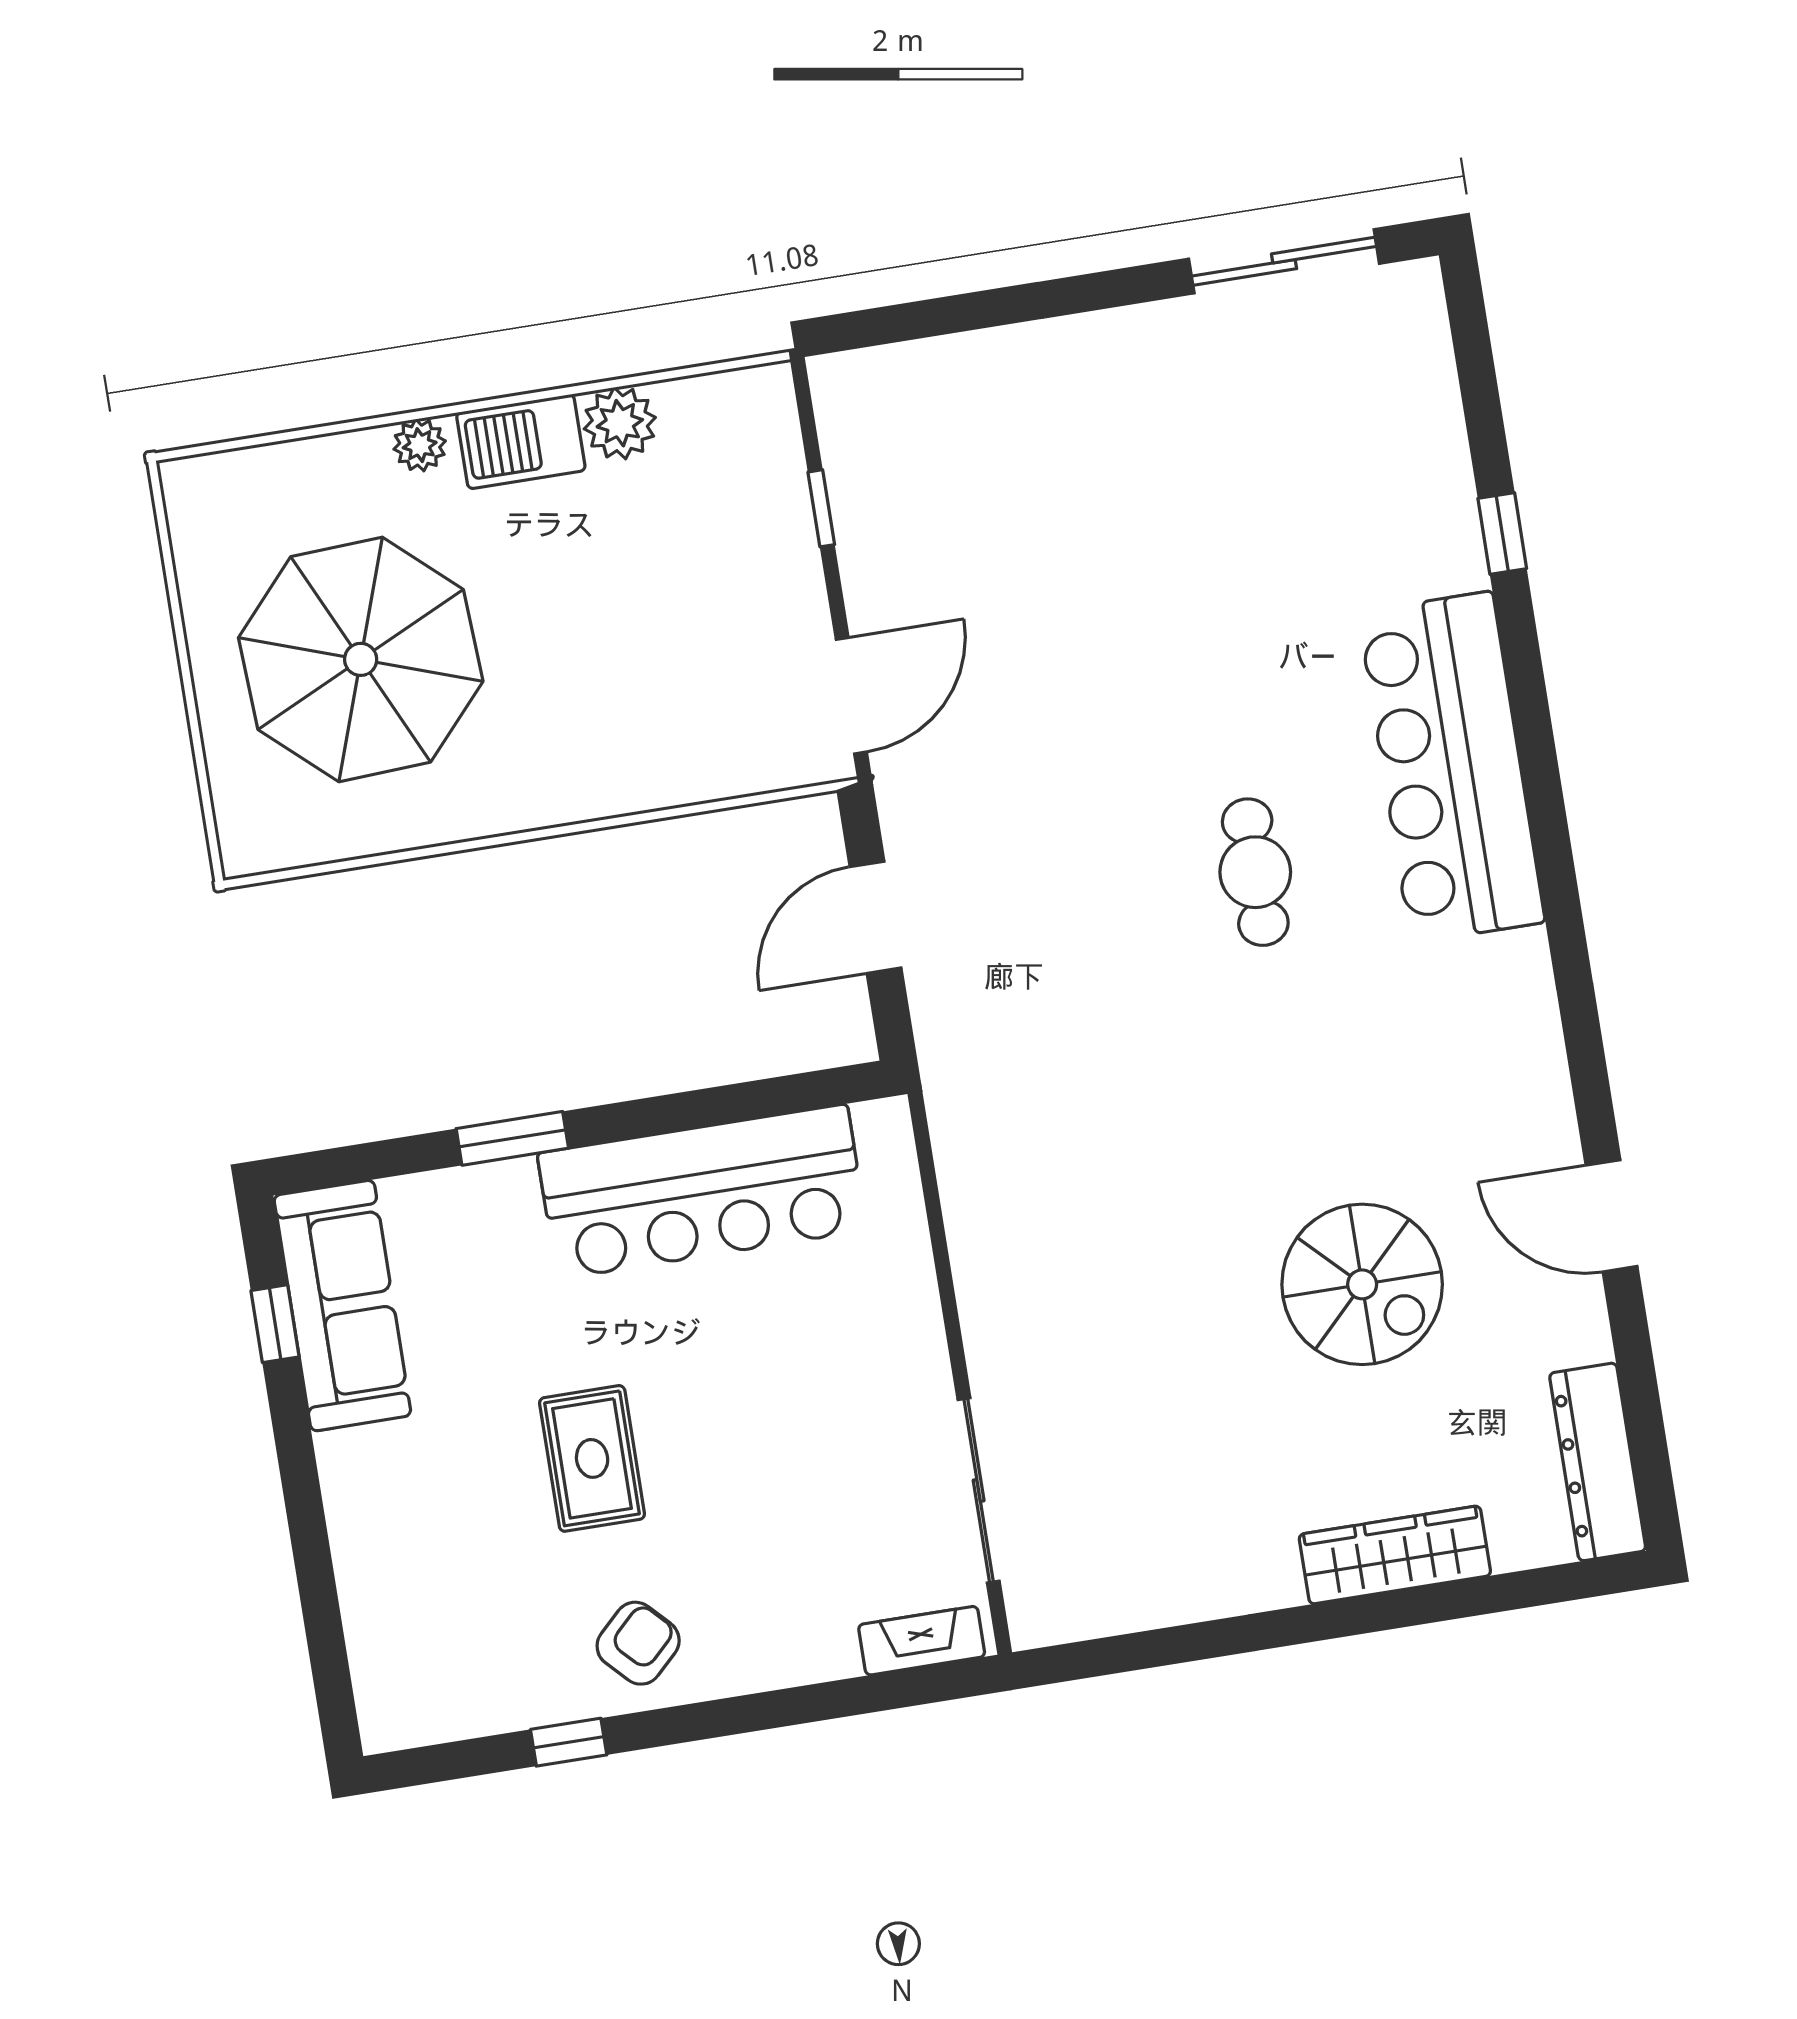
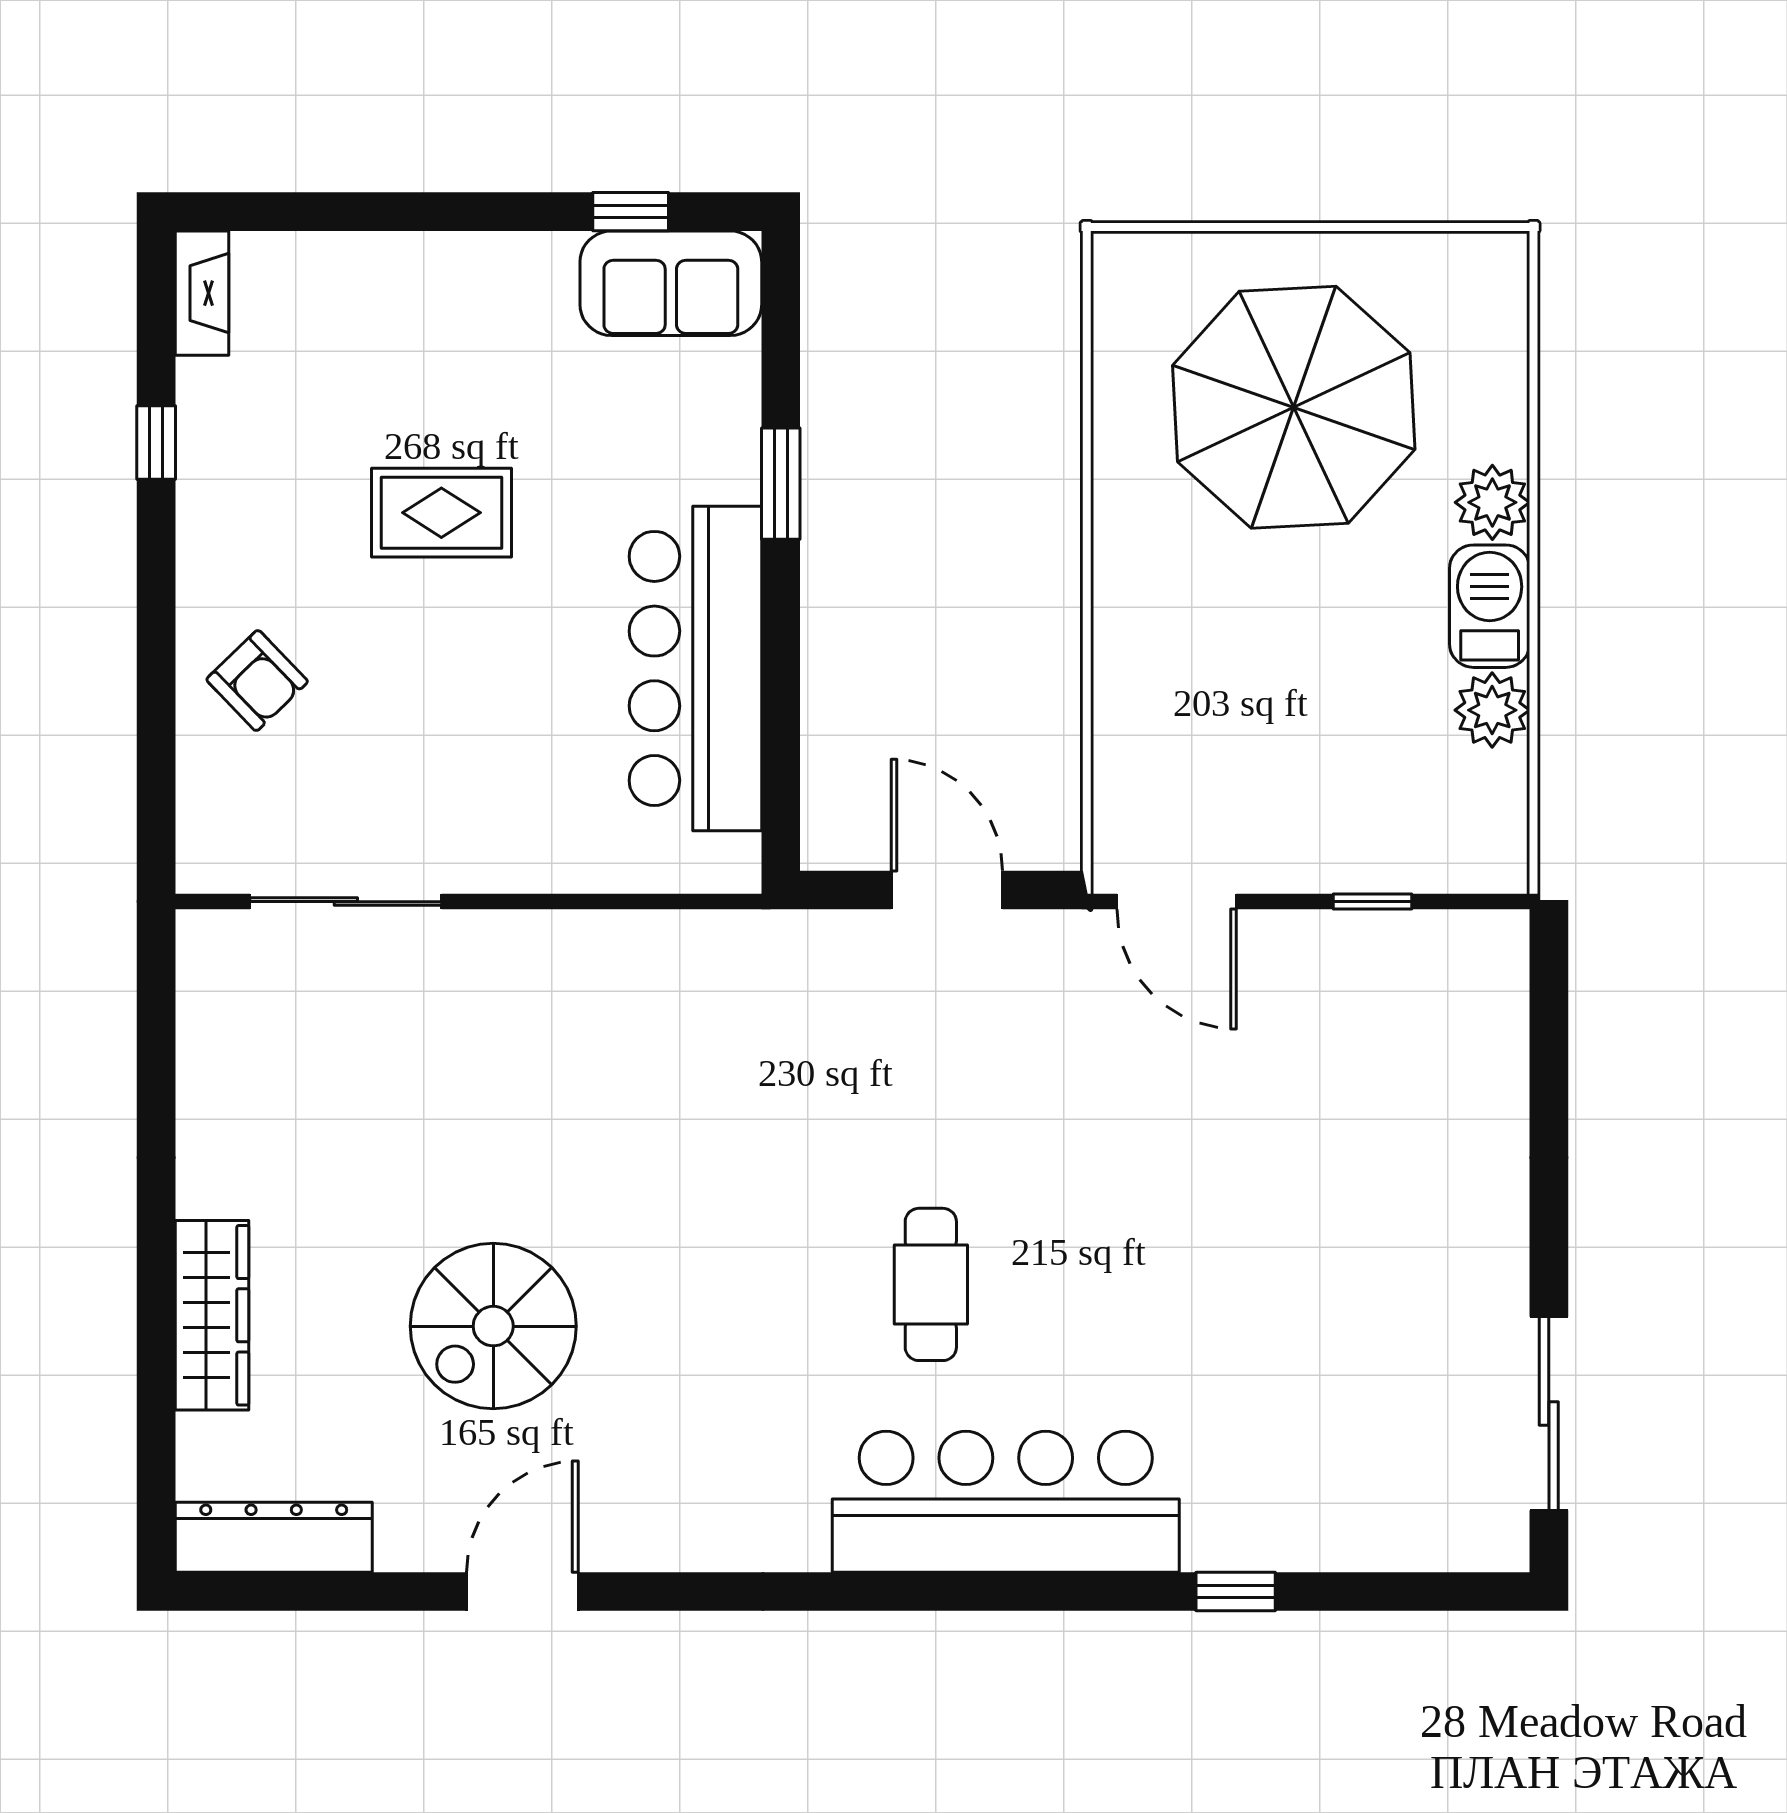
plant: (420, 445) -> (1492, 502), width x1.38, depth x1.38
cafe table: (1255, 872) -> (931, 1284), turned 90
sofa: (342, 1306) -> (671, 283), width x0.73
fireplace: (922, 1641) -> (202, 293), moved
armchair: (638, 1643) -> (257, 681), moved

